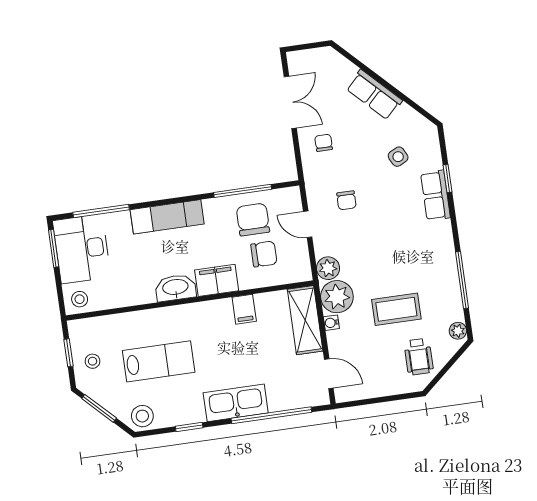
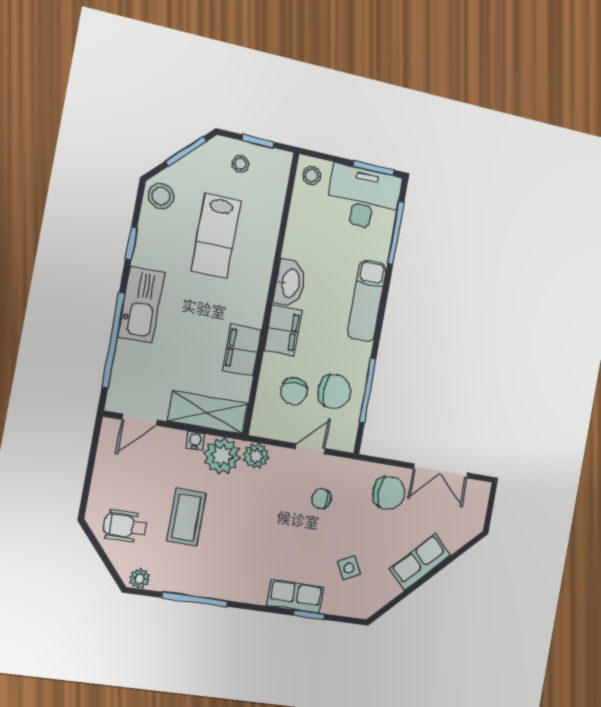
chair: (324, 143) -> (389, 493), width x1.87, depth x1.87
filing cabinet: (244, 309) -> (242, 350), width x2.00

